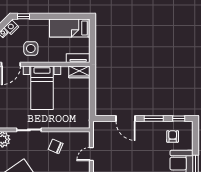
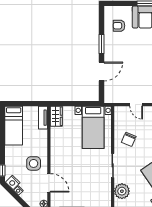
bed with nightstands: (42, 88) -> (93, 127), moved, turned 90
window: (179, 118) -> (102, 20), removed

